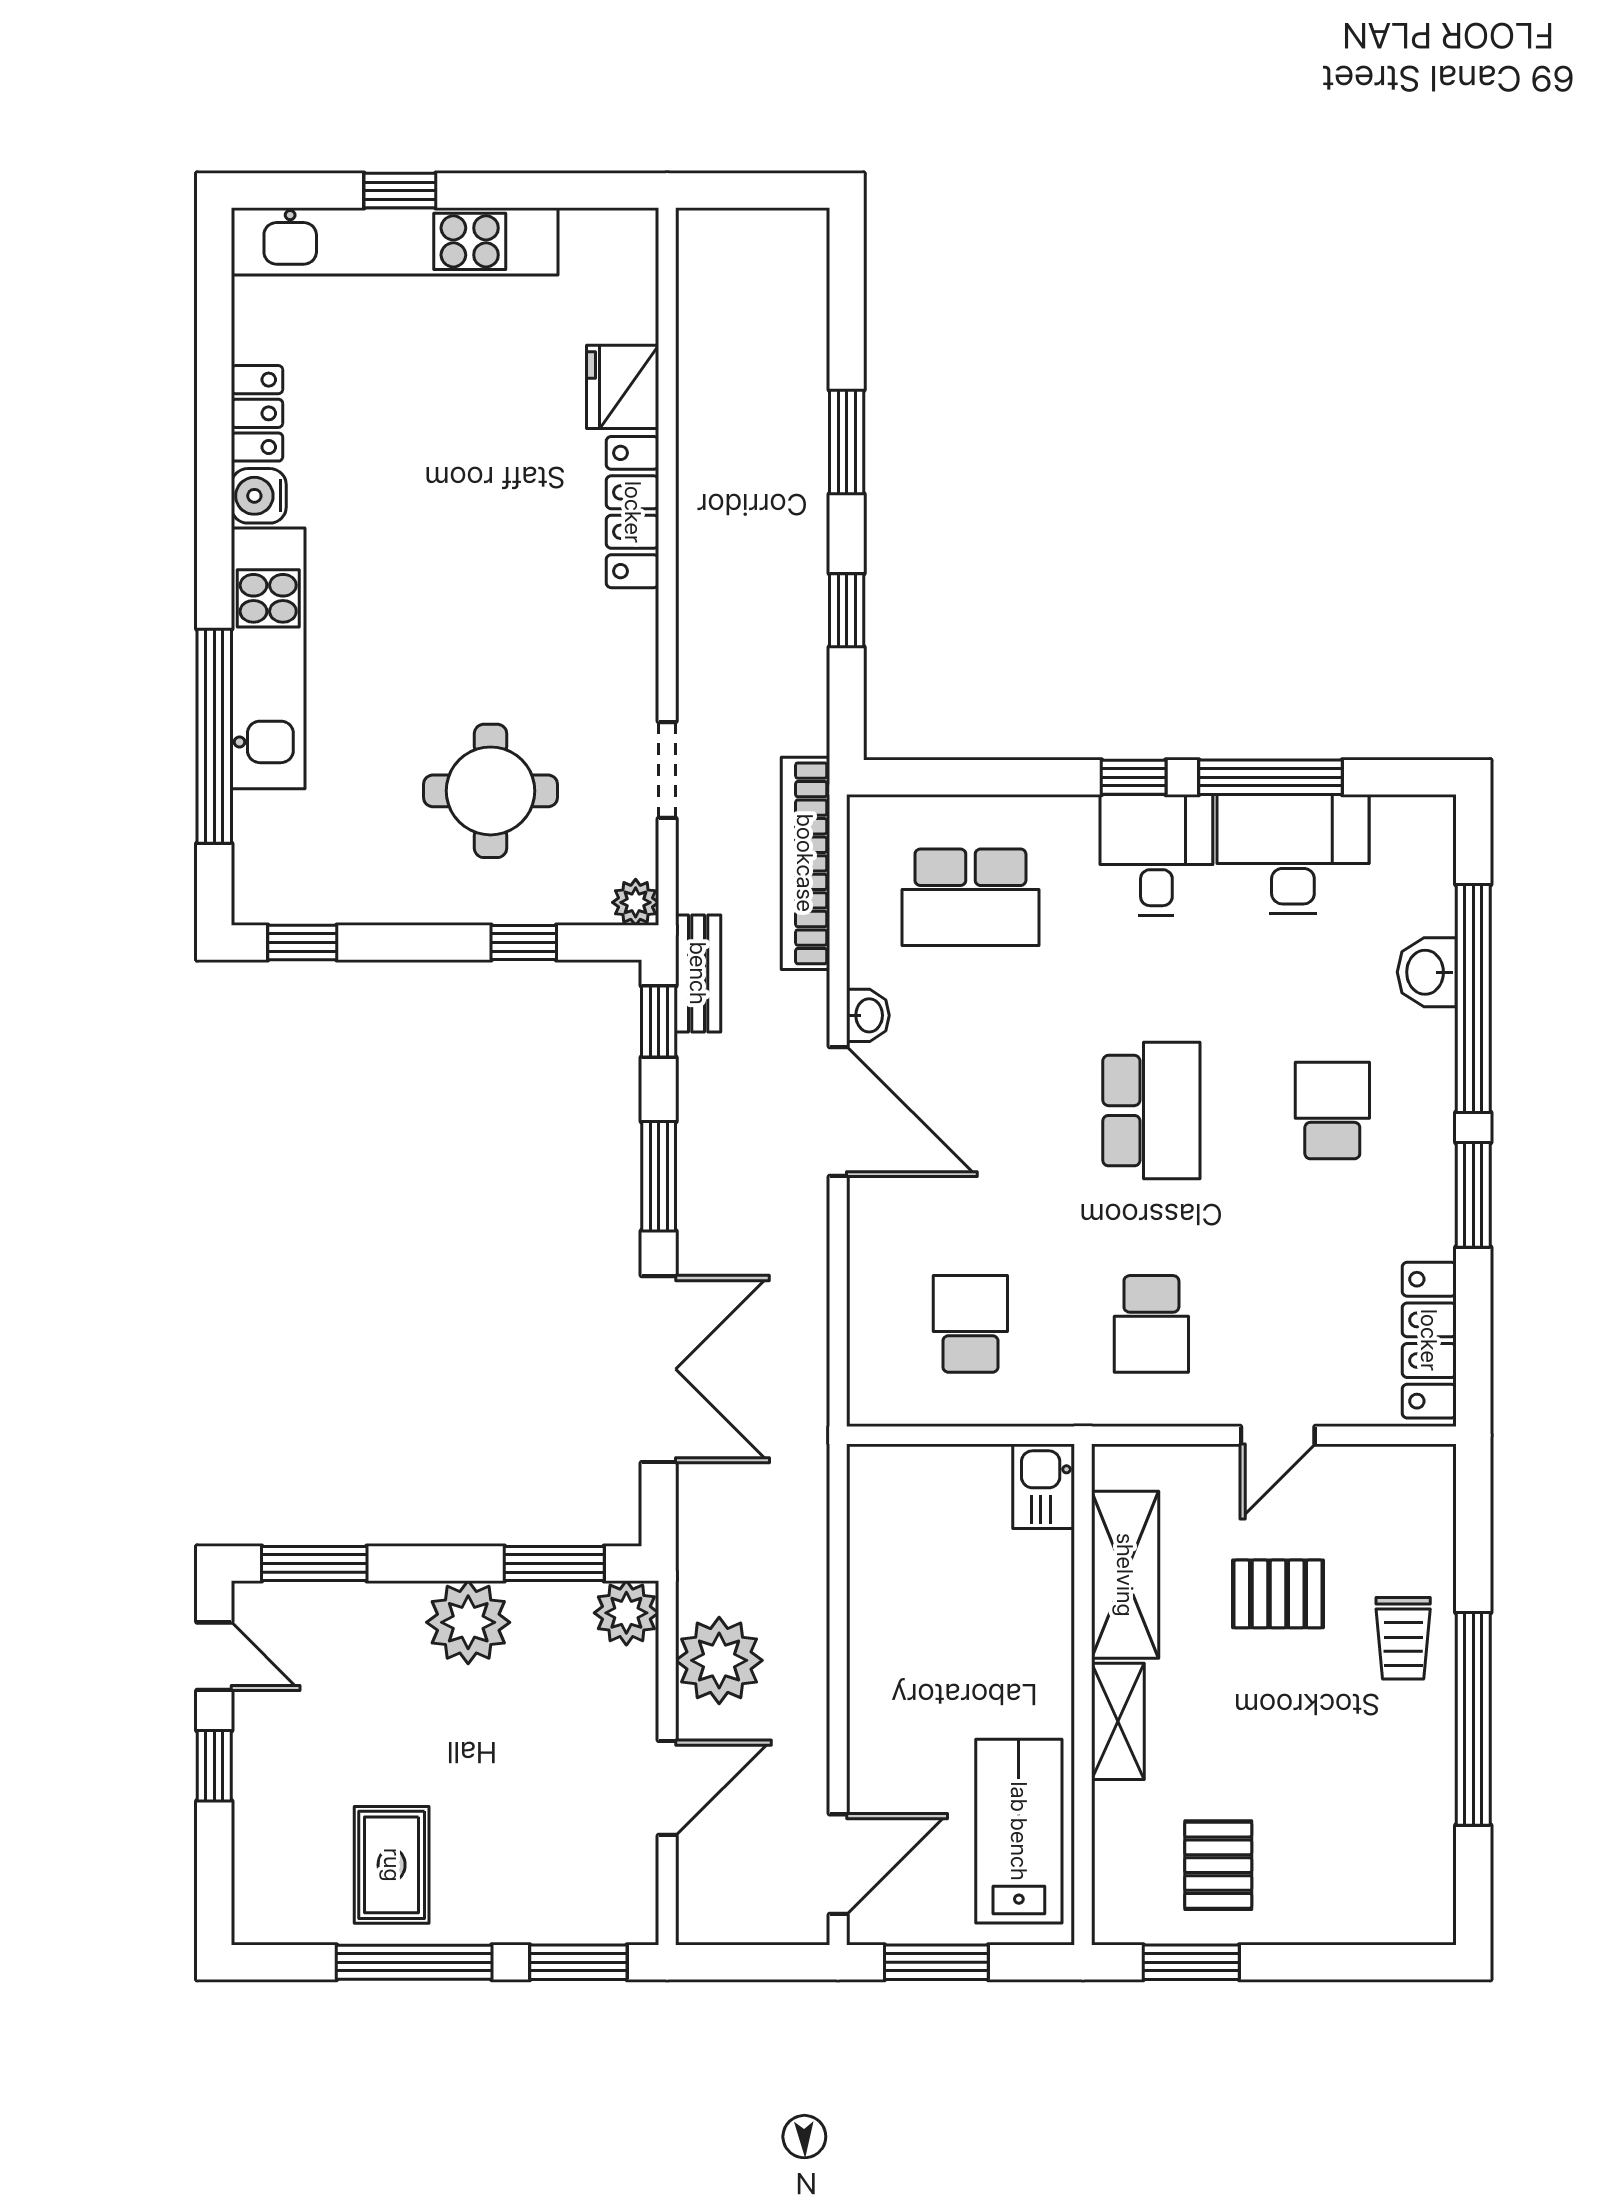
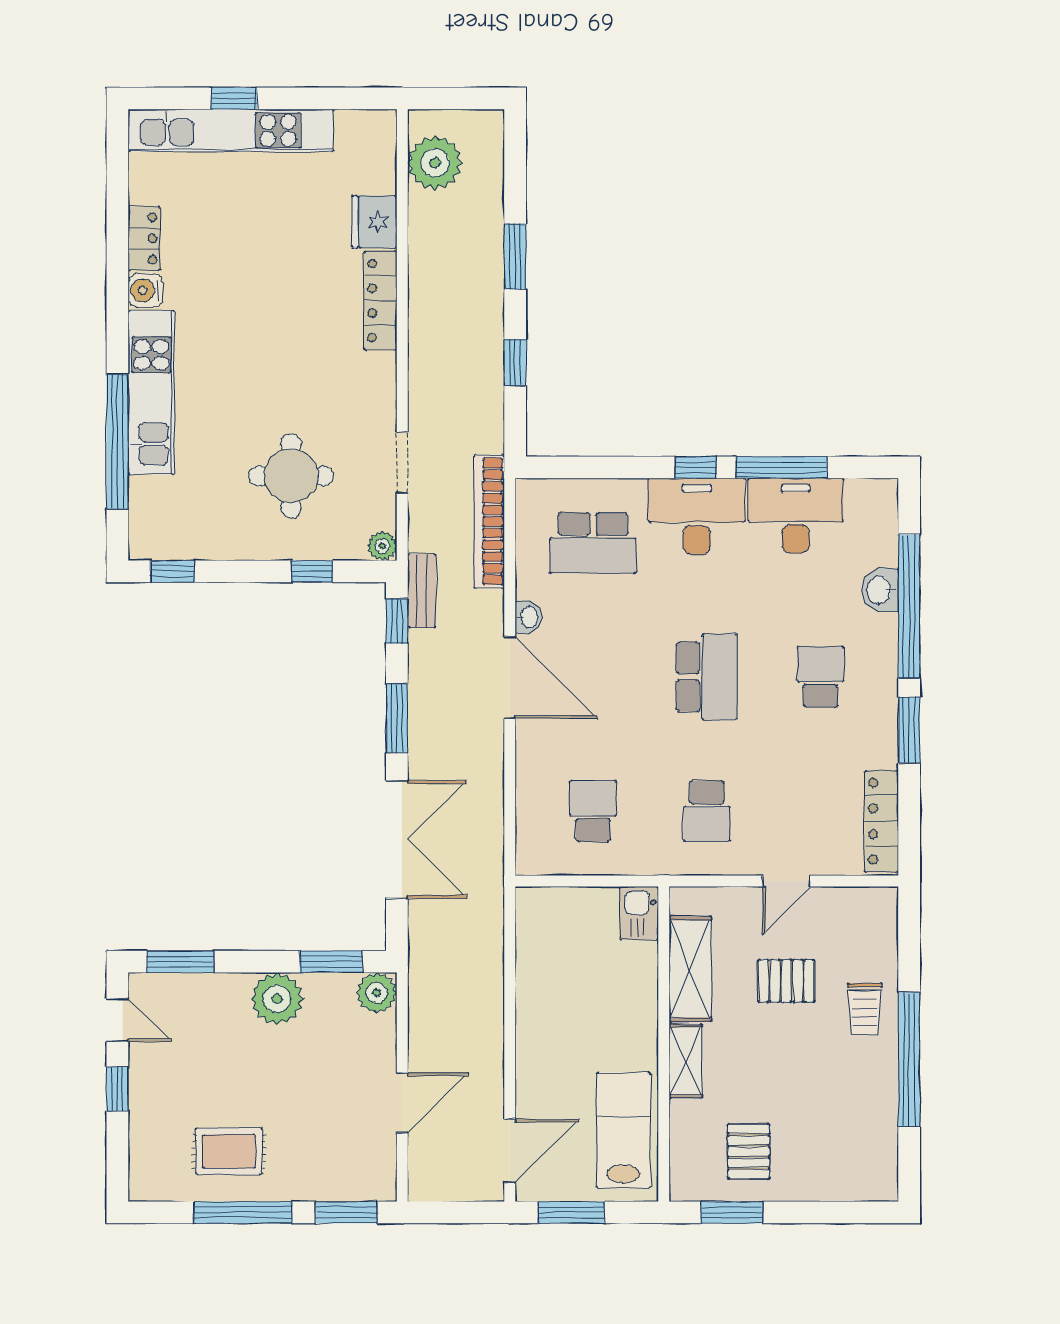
desk: (1156, 855) -> (697, 516), width x1.37
plant: (719, 1660) -> (435, 163), moved
rug: (392, 1865) -> (229, 1151), turned 90

